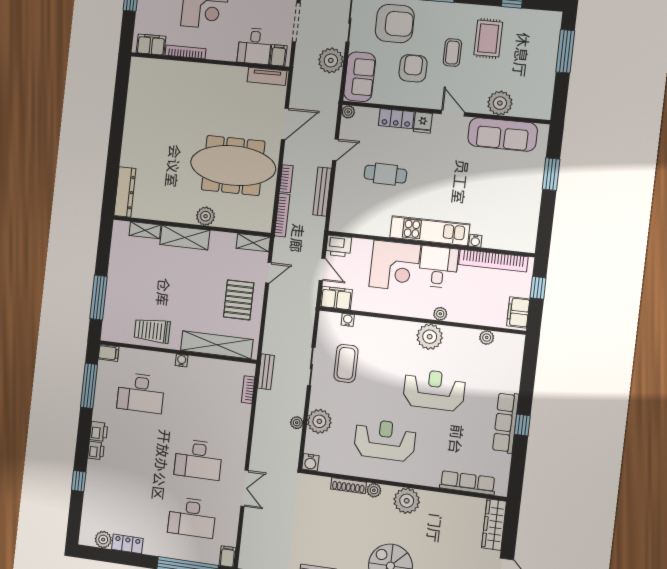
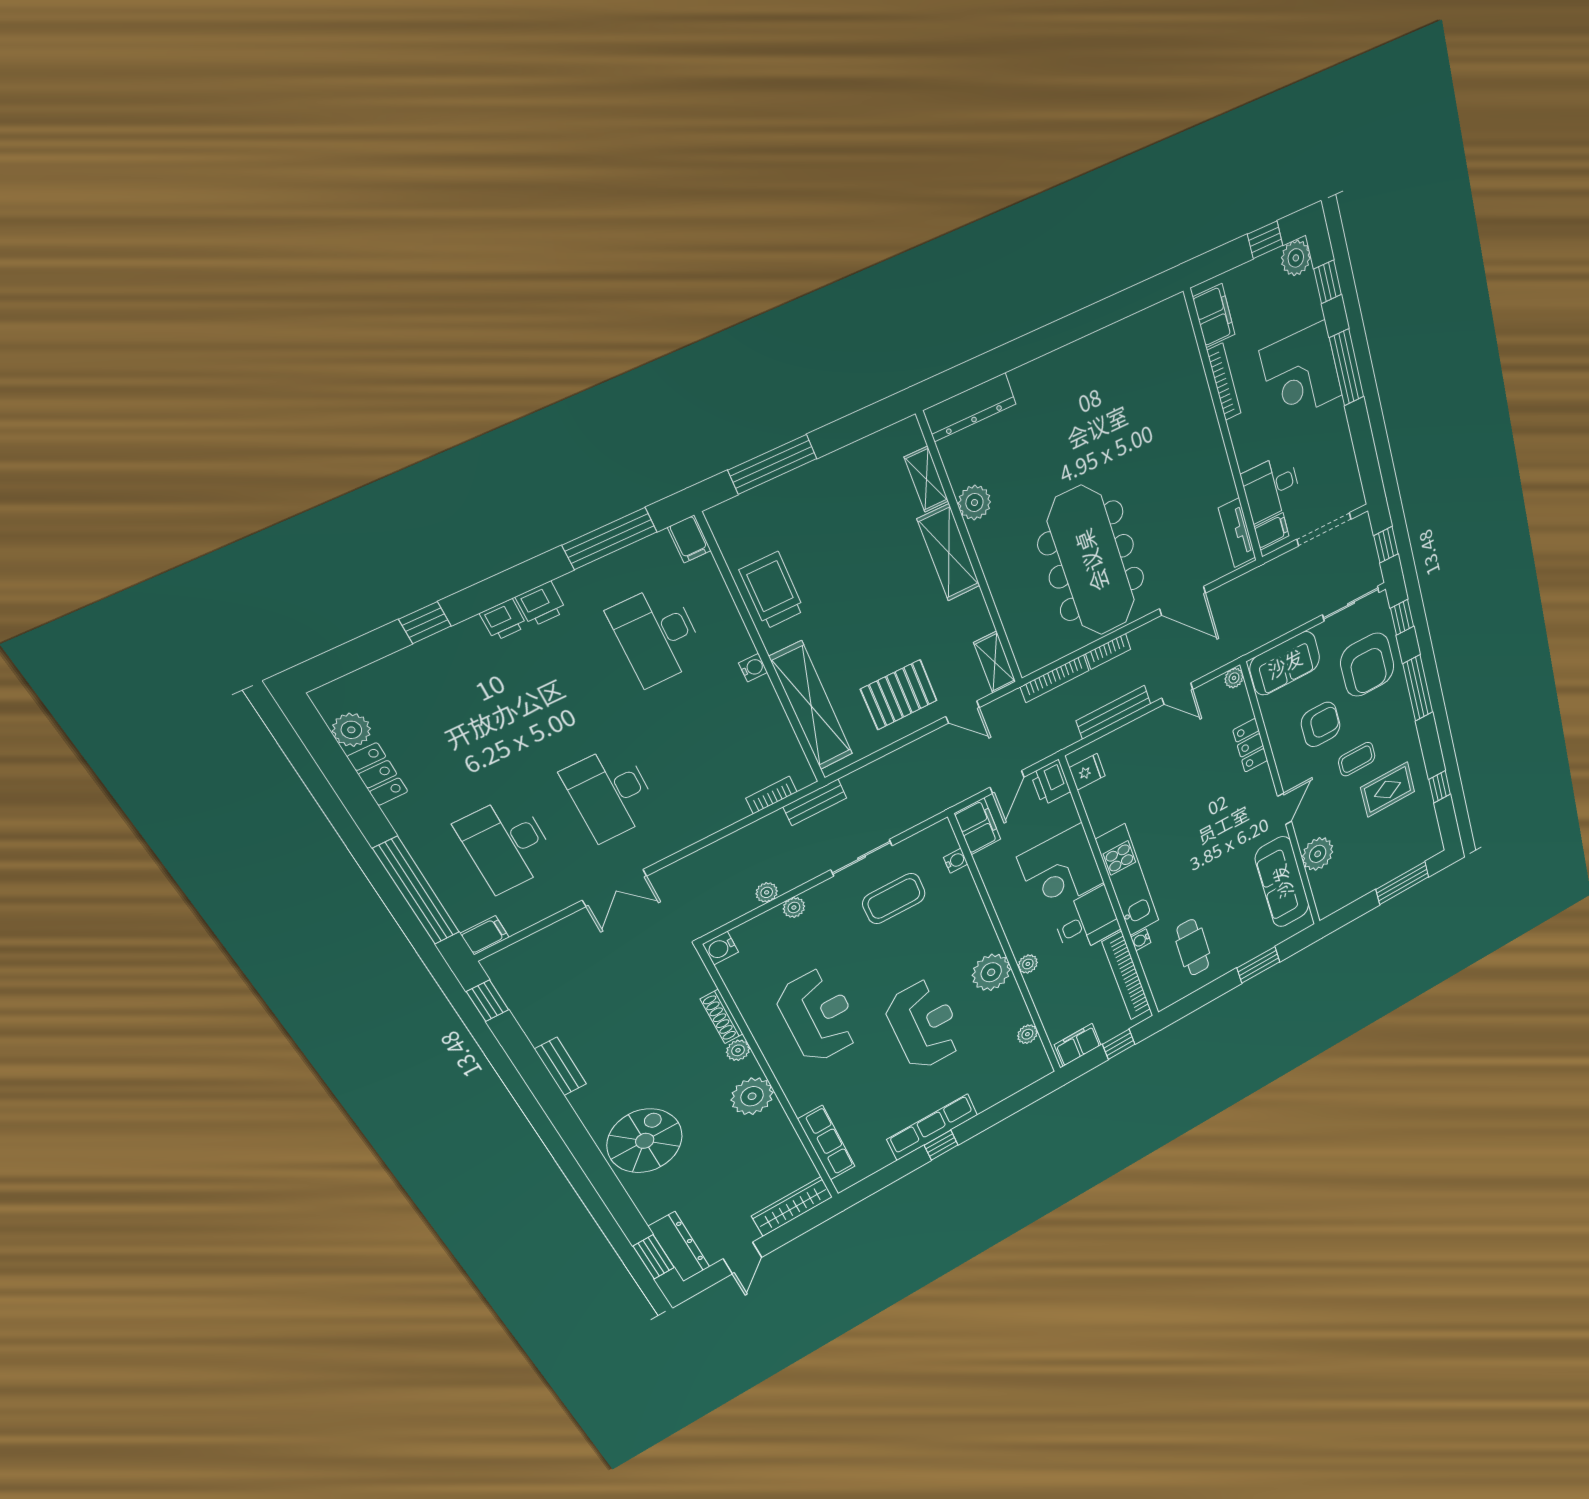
plant: (331, 60) -> (1292, 611), removed
fridge: (423, 122) -> (1087, 772), moved, turned 180
cafe table: (385, 174) -> (1193, 947), moved
plant: (206, 216) -> (974, 503), moved
plant: (319, 421) -> (794, 907), width x0.53, depth x0.53

